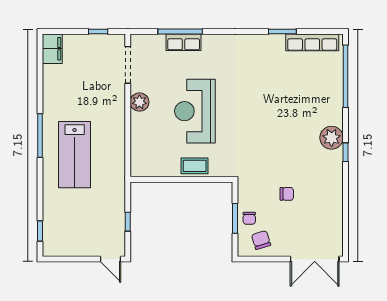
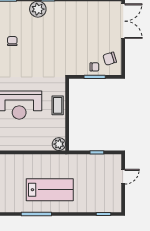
plant: (139, 102) -> (59, 144), moved
chair: (287, 194) -> (12, 41), moved
door: (111, 259) -> (123, 177), moved

